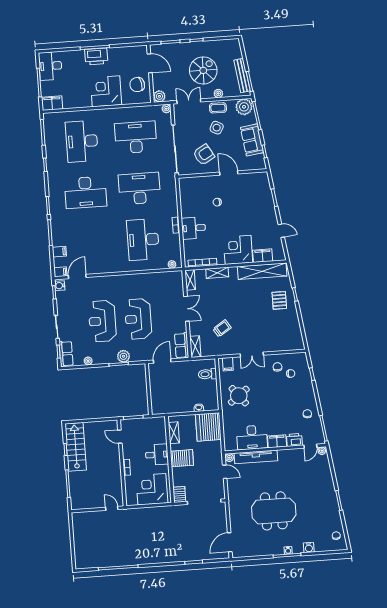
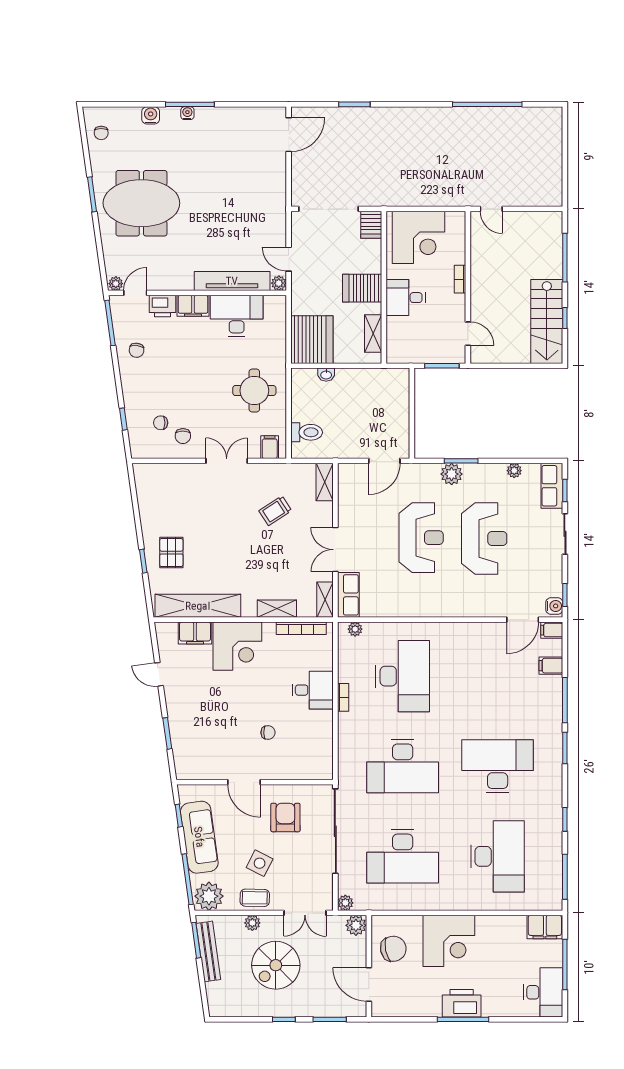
sofa: (252, 140) -> (199, 837), width x1.36
armchair: (204, 155) -> (285, 817), turned 120
row of seats: (182, 345) -> (348, 595), moved
round table: (239, 396) -> (254, 391), turned 38
meeting table: (274, 511) -> (141, 203), moved

